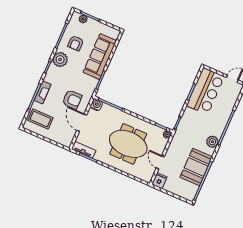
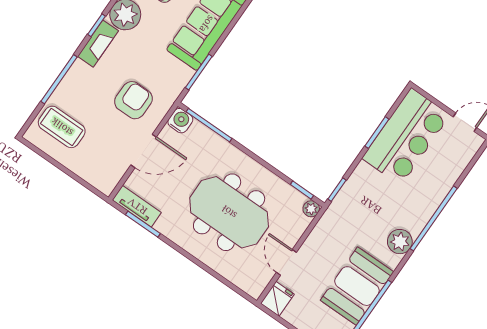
fireplace: (43, 92) -> (98, 44), moved
armchair: (72, 100) -> (133, 100), turned -90
door: (82, 123) -> (144, 151), swing flipped

